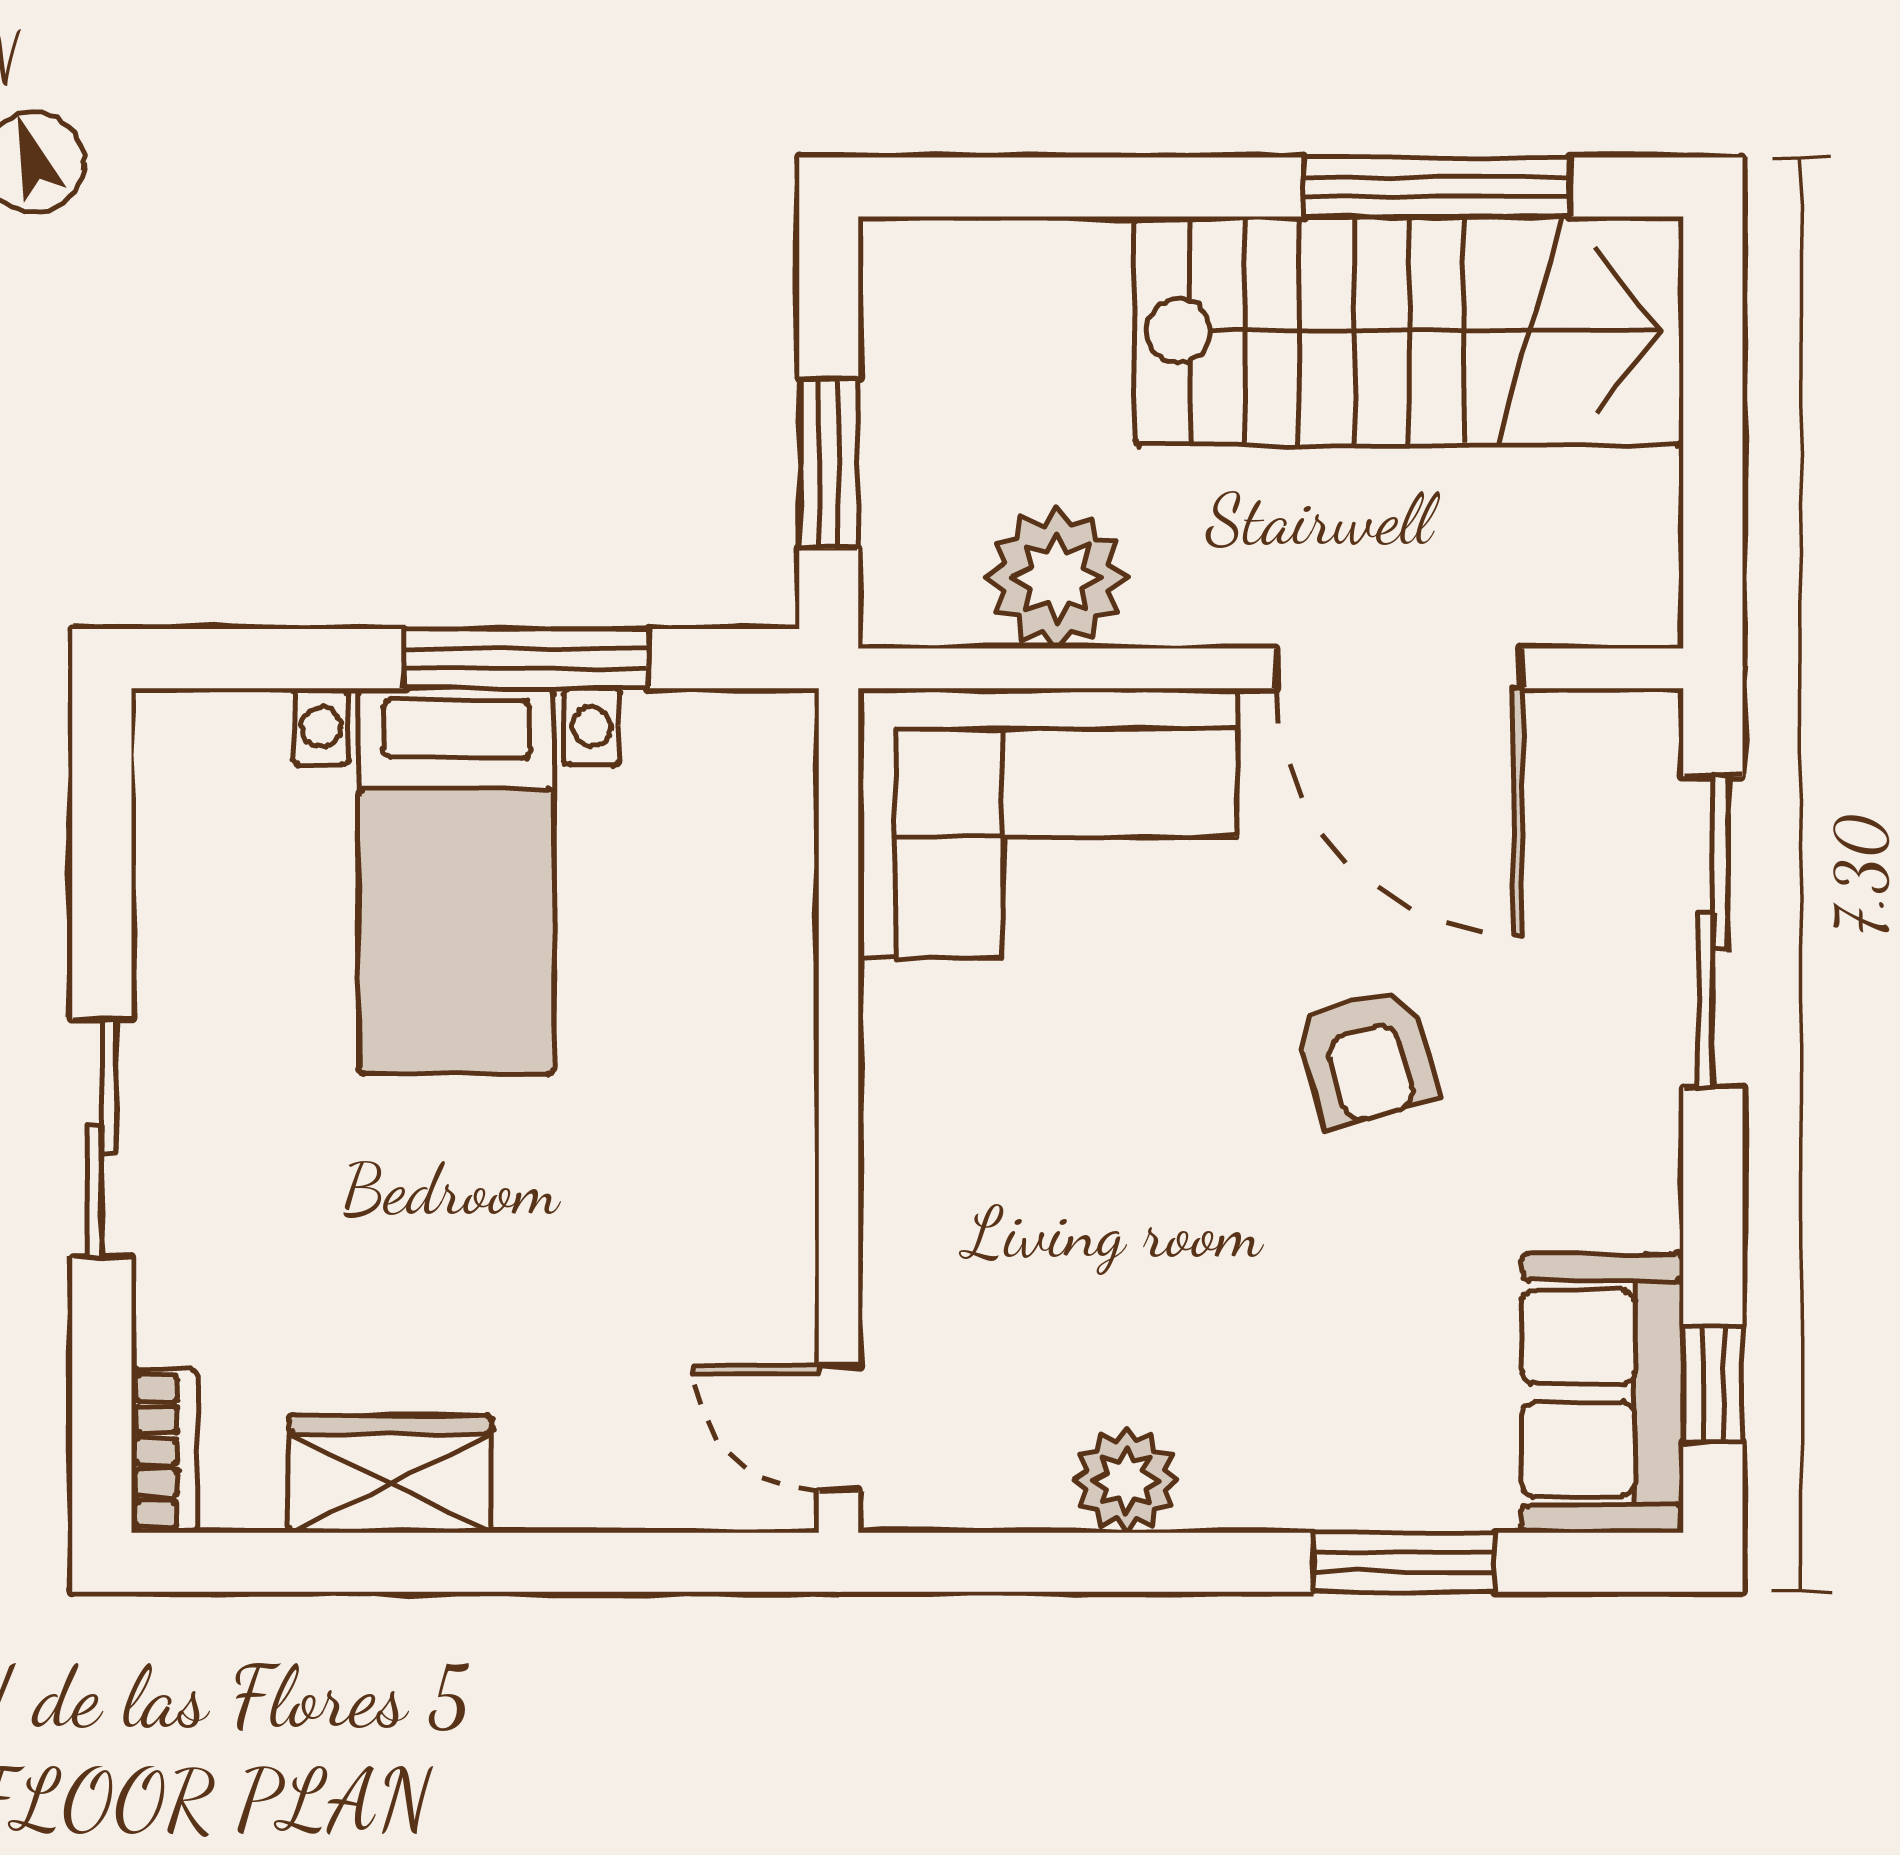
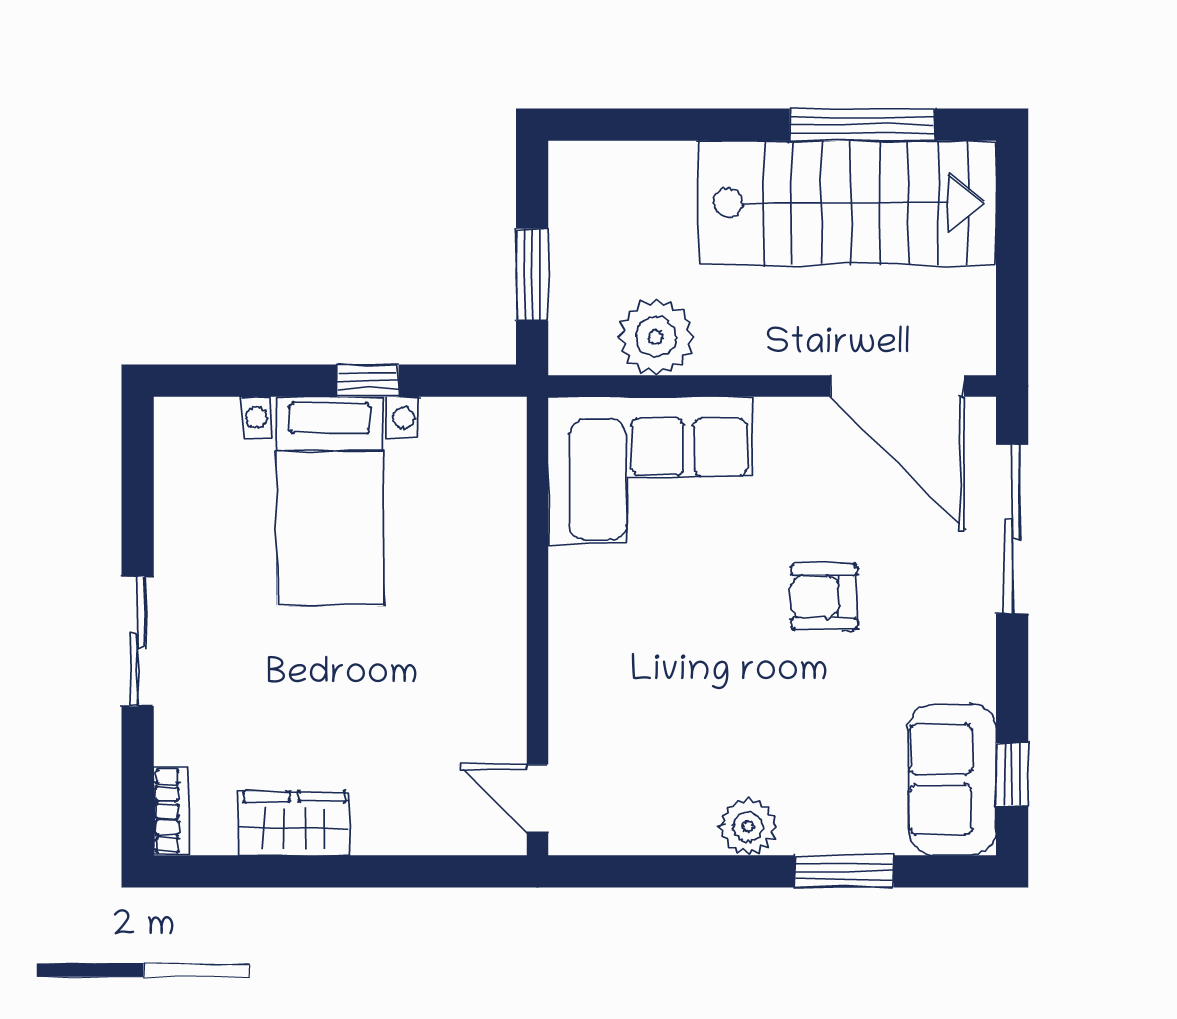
window: (526, 659) -> (368, 381), width x0.46
door: (1399, 668) -> (897, 386), moved
armchair: (1366, 1057) -> (824, 597), turned 106
plant: (1126, 1480) -> (748, 827), moved

